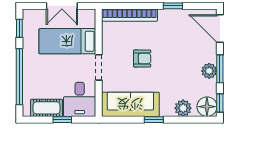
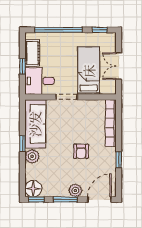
armchair: (142, 59) -> (81, 151), moved
plant: (209, 71) -> (75, 190), moved
plant: (183, 108) -> (32, 156), moved

